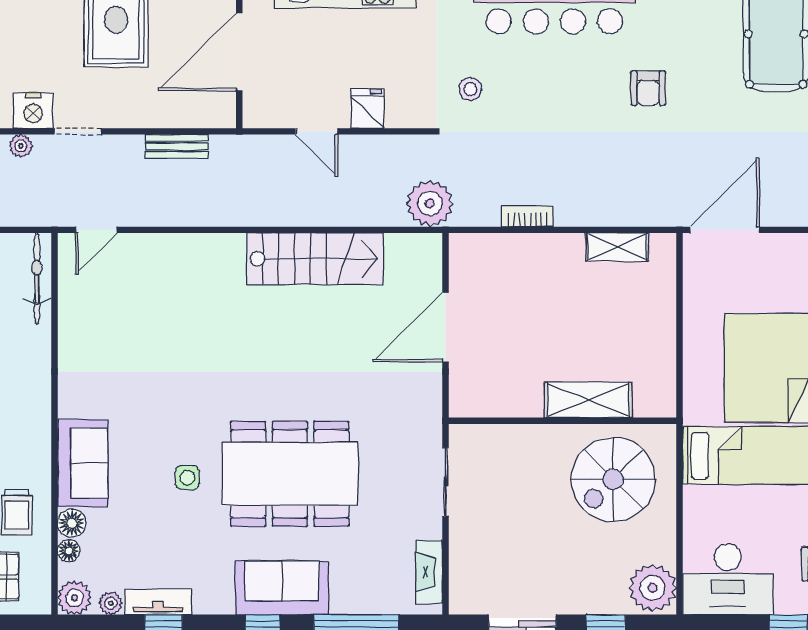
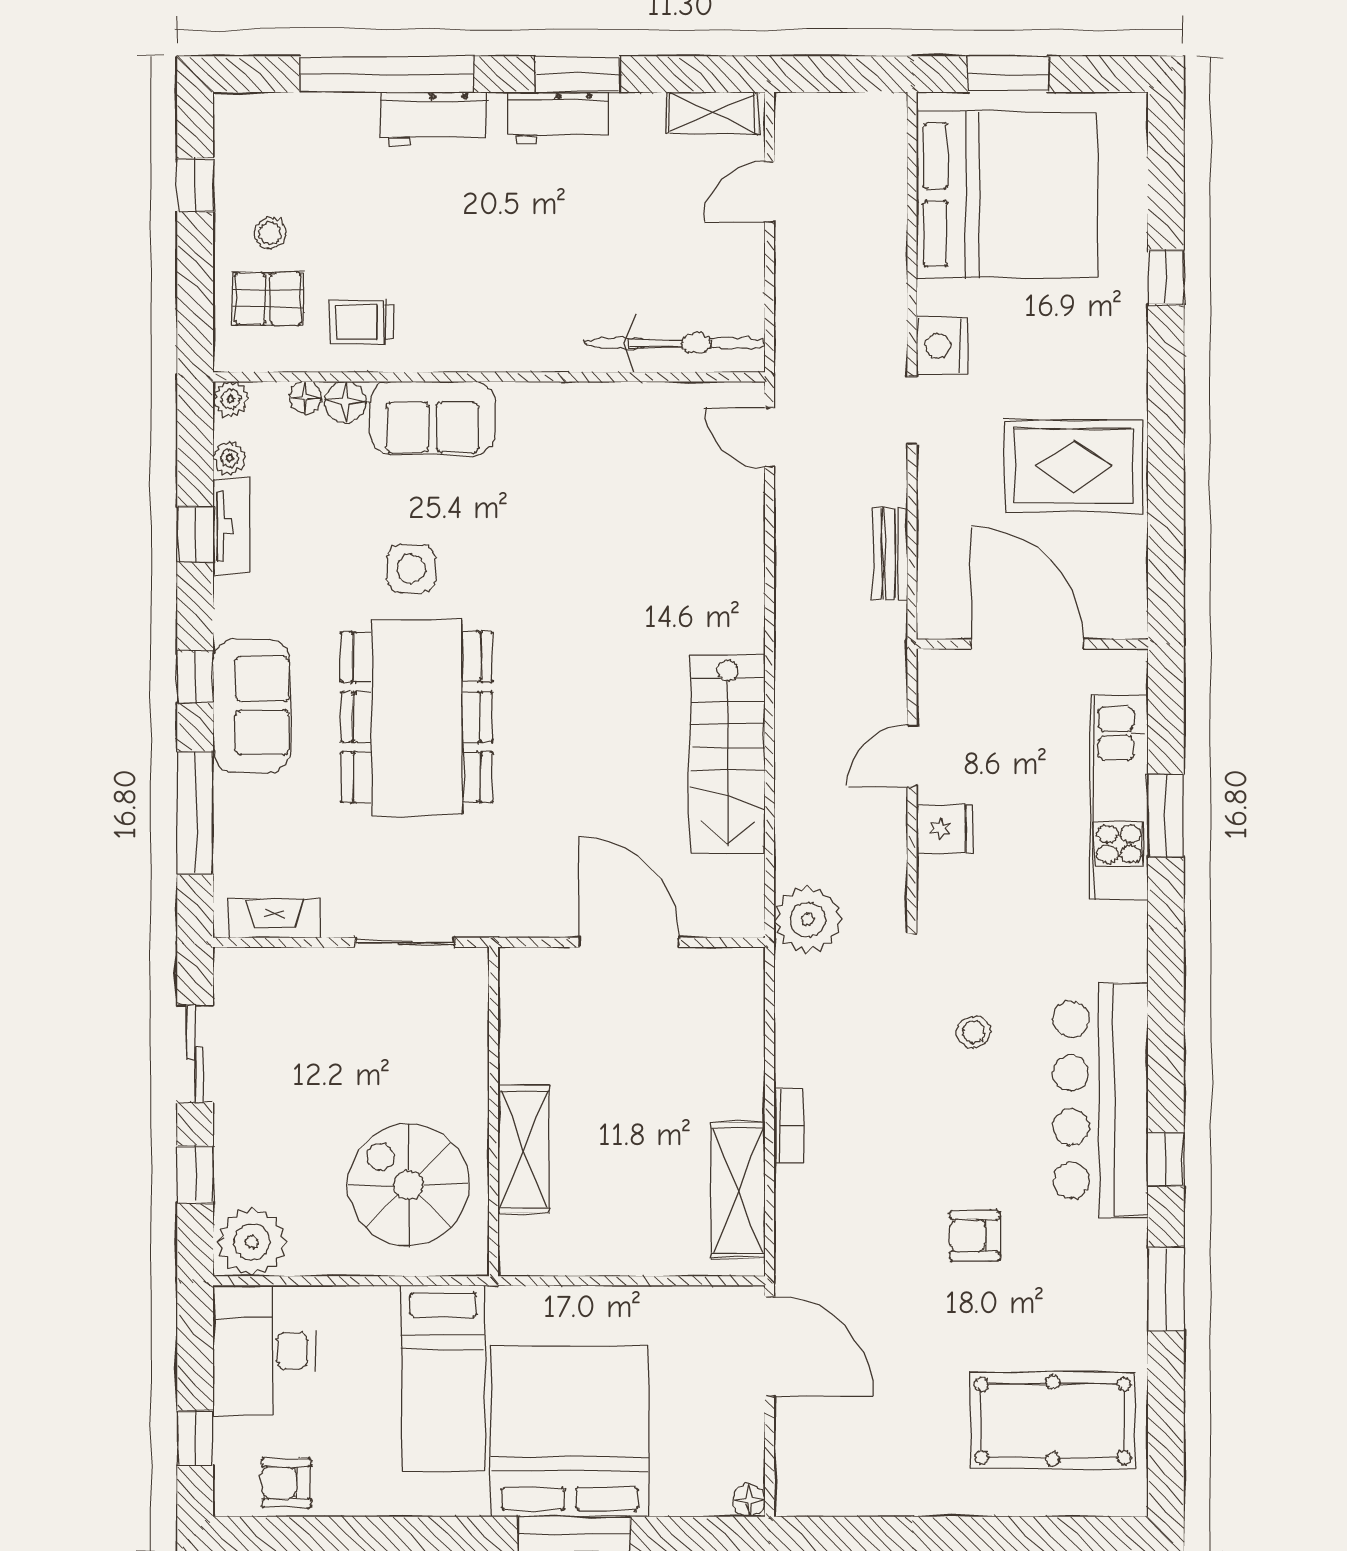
stool: (470, 89) -> (974, 1032), moved
plant: (21, 146) -> (891, 328), removed
bookcase: (528, 216) -> (789, 1125), moved
shelving: (617, 247) -> (738, 1191), width x1.50, depth x1.33
bicycle: (37, 279) -> (675, 343), width x1.37, depth x1.40
side table: (187, 478) -> (411, 569), width x1.37, depth x1.37
plant: (74, 598) -> (231, 399), width x0.73, depth x0.73

